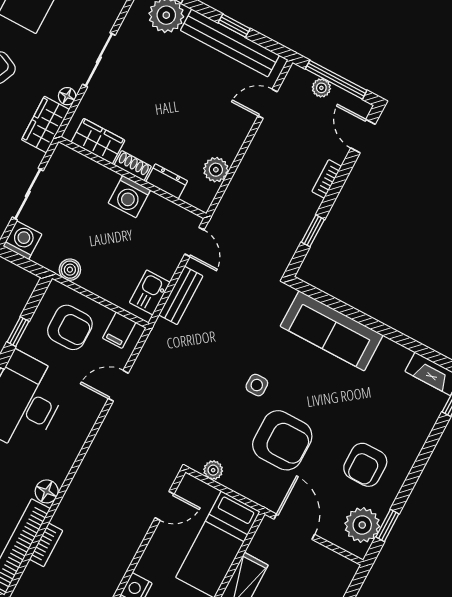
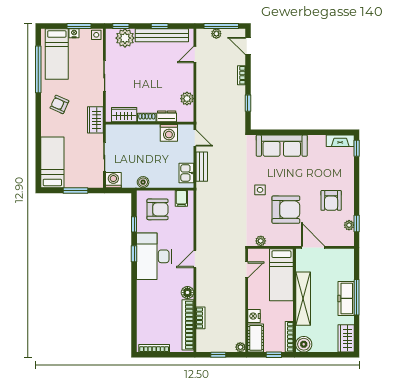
floor lamp: (67, 96) -> (98, 101), removed
washing machine: (129, 197) -> (169, 133), moved
door: (118, 386) -> (195, 259), moved
plant: (362, 525) -> (349, 225), width x0.53, depth x0.53

